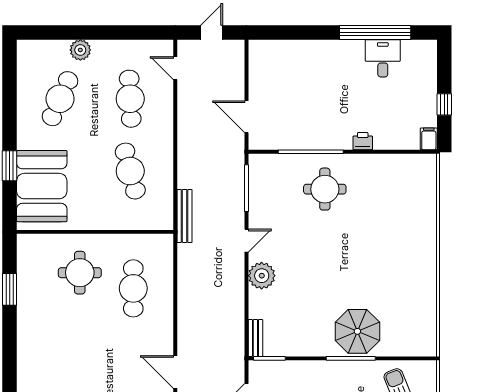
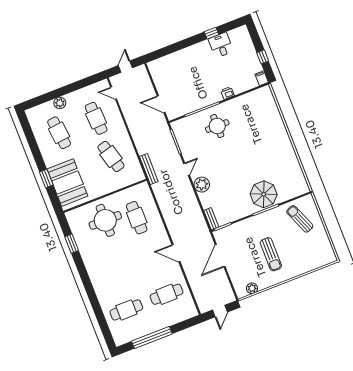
window: (375, 32) -> (212, 33), width x0.32
cafe table: (60, 99) -> (59, 133), turned -30
round table: (80, 273) -> (105, 220), width x1.36, depth x1.36

